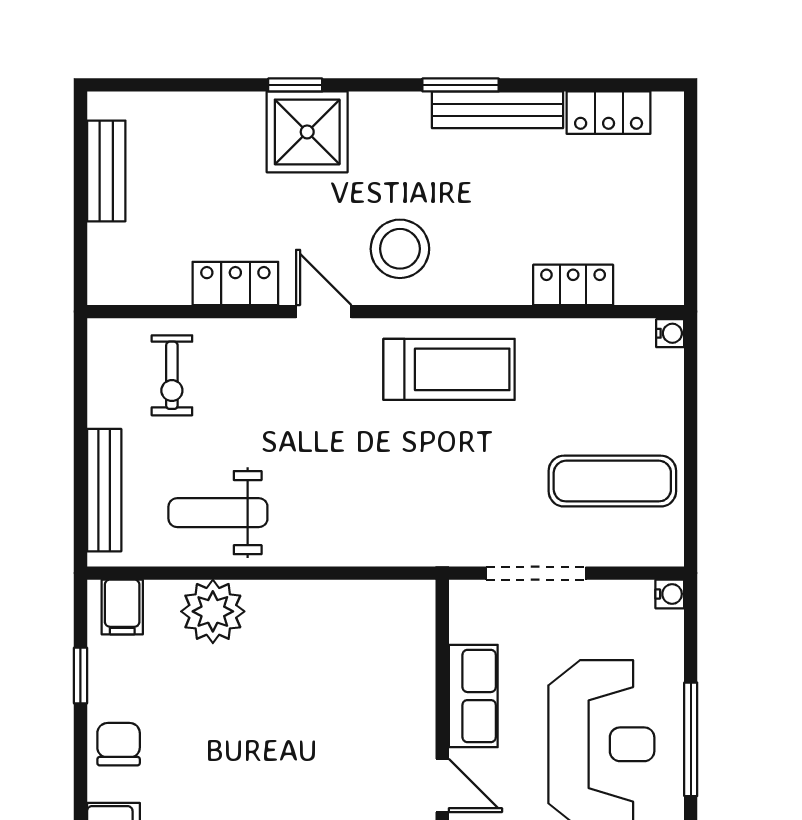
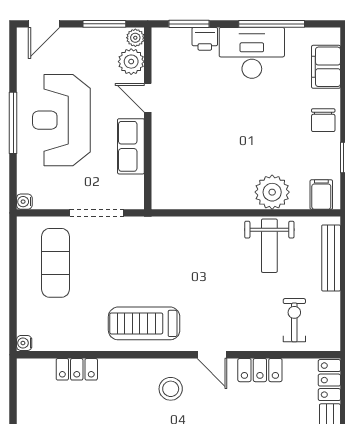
stool: (400, 249) -> (171, 389), width x0.73, depth x0.73
locker: (107, 265) -> (329, 380), added
exercise mat: (612, 481) -> (55, 263), turned 90
weight bench: (218, 513) -> (269, 246), turned 90

